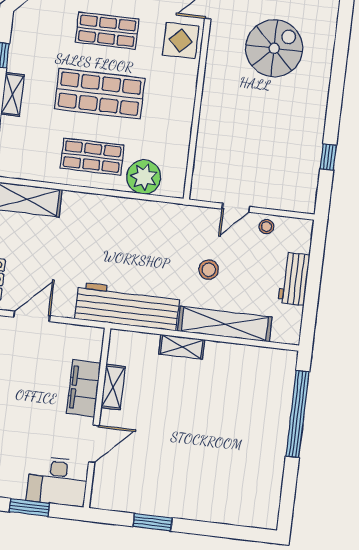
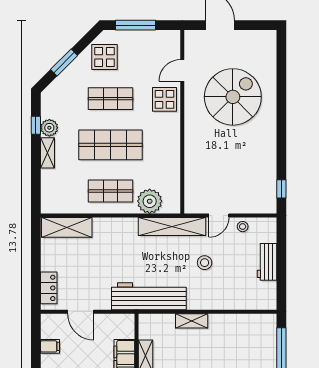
spiral stairs: (274, 48) -> (233, 97), width x1.37, depth x1.37
plant: (19, 60) -> (49, 128), added
window: (328, 157) -> (281, 189), moved
door: (32, 316) -> (81, 312), swing flipped
shelving: (225, 324) -> (172, 227), moved

